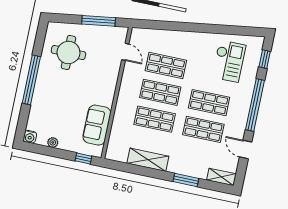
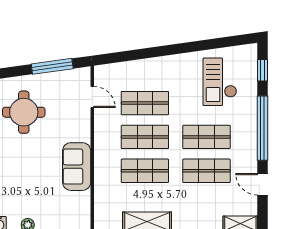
checkout: (229, 61) -> (220, 82), turned 180
sofa: (97, 125) -> (77, 167), moved

